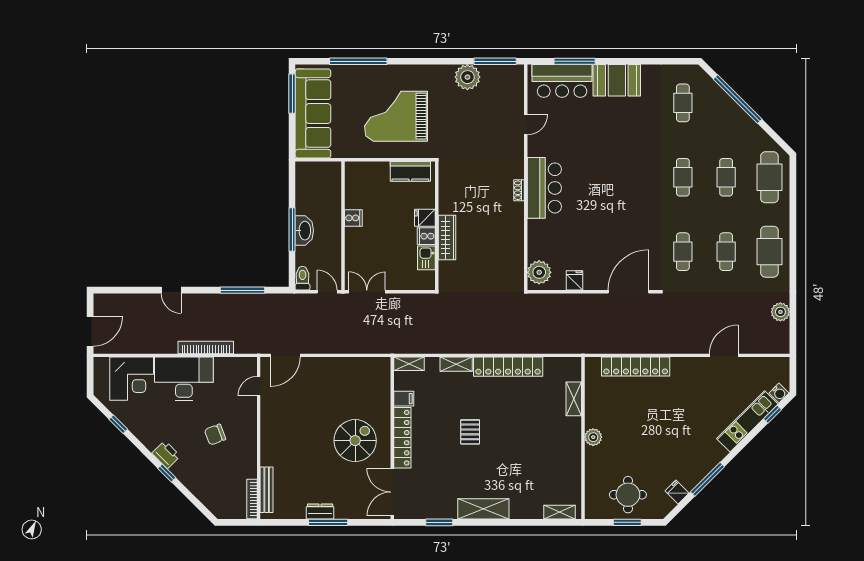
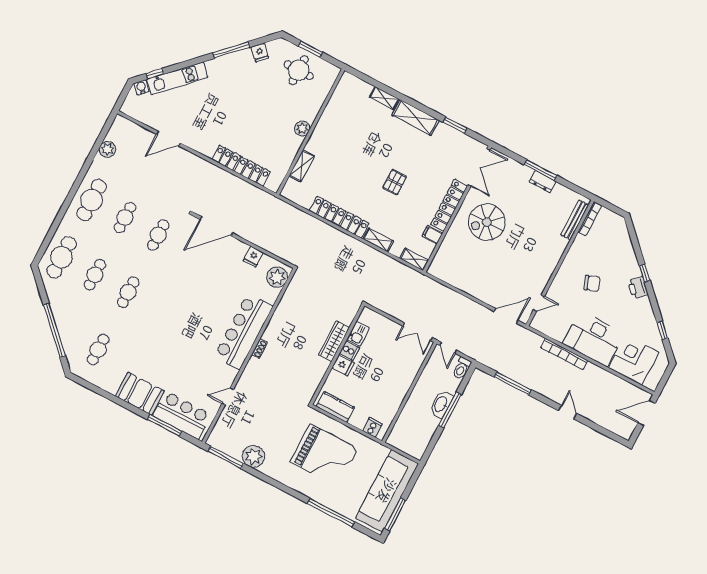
bar counter: (544, 188) -> (244, 331), width x1.36
cooker: (353, 218) -> (372, 427), moved, turned 90
shelving: (559, 512) -> (384, 98), moved

